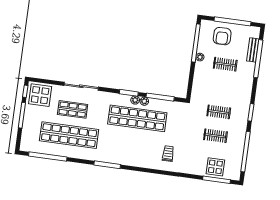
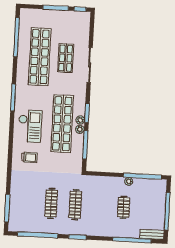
armchair: (222, 36) -> (152, 202), removed
bench: (253, 50) -> (152, 234), moved
display table: (40, 95) -> (77, 24), removed
clothes rail: (219, 112) -> (75, 205), width x1.36
clothes rail: (215, 136) -> (51, 203), width x1.36
checkout: (137, 150) -> (30, 126), added
display table: (215, 167) -> (20, 206), removed

